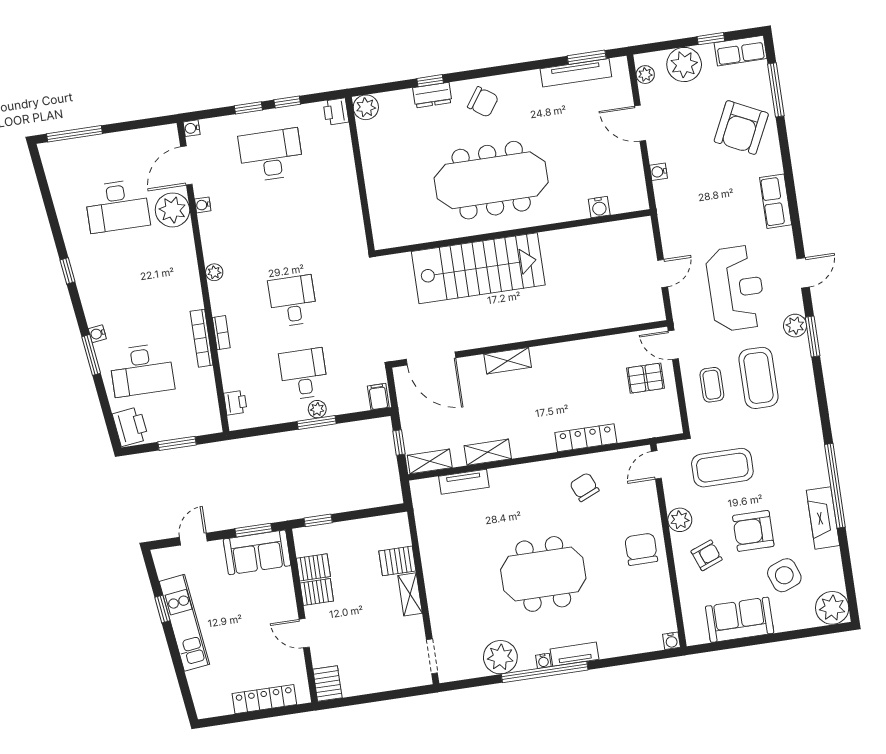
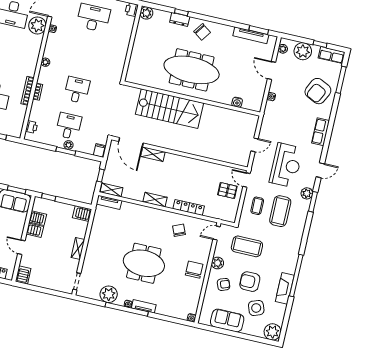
shelving: (508, 361) -> (153, 154), moved
shelving: (488, 452) -> (155, 200), moved
tv unit: (464, 482) -> (109, 202), moved
server rack: (397, 561) -> (82, 214), moved

